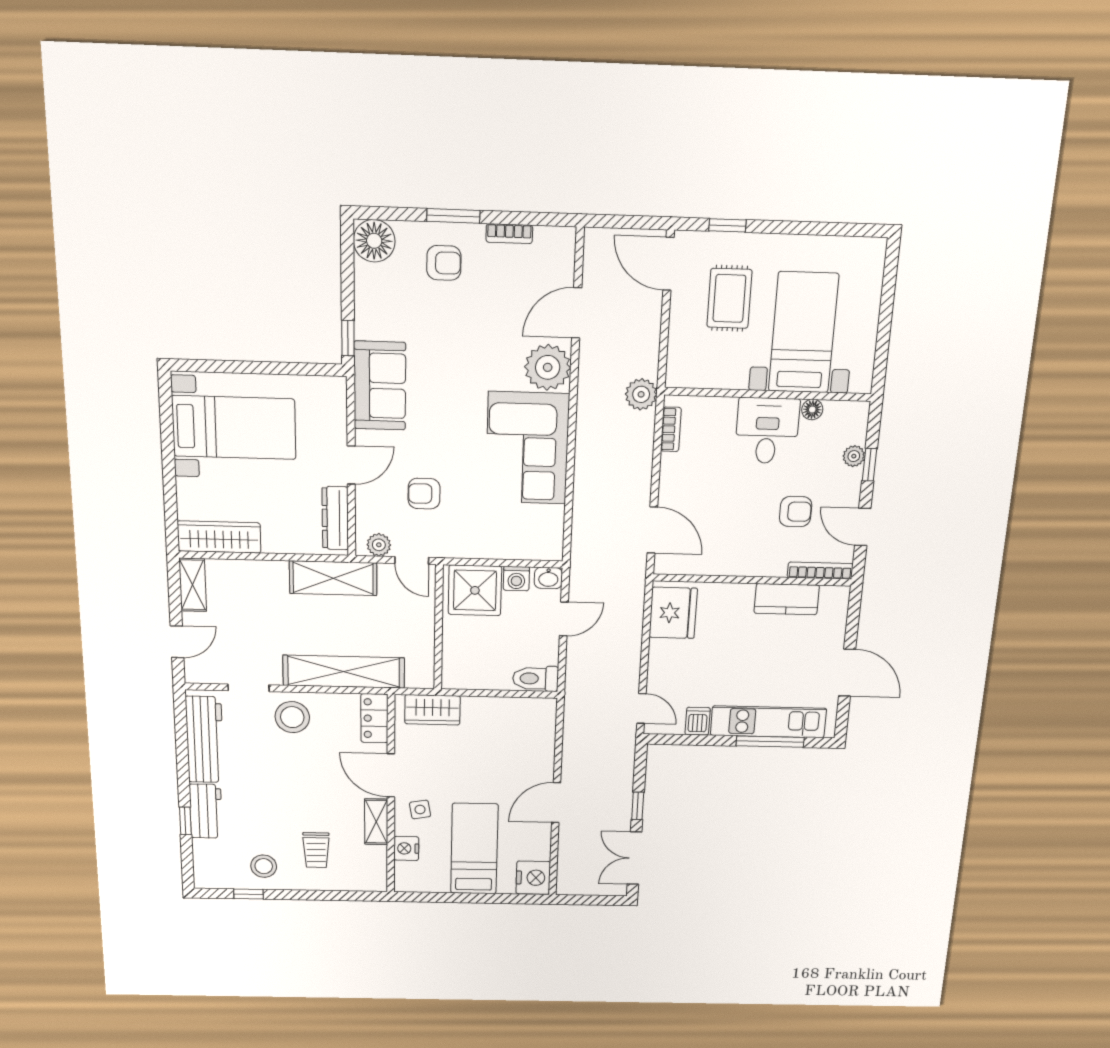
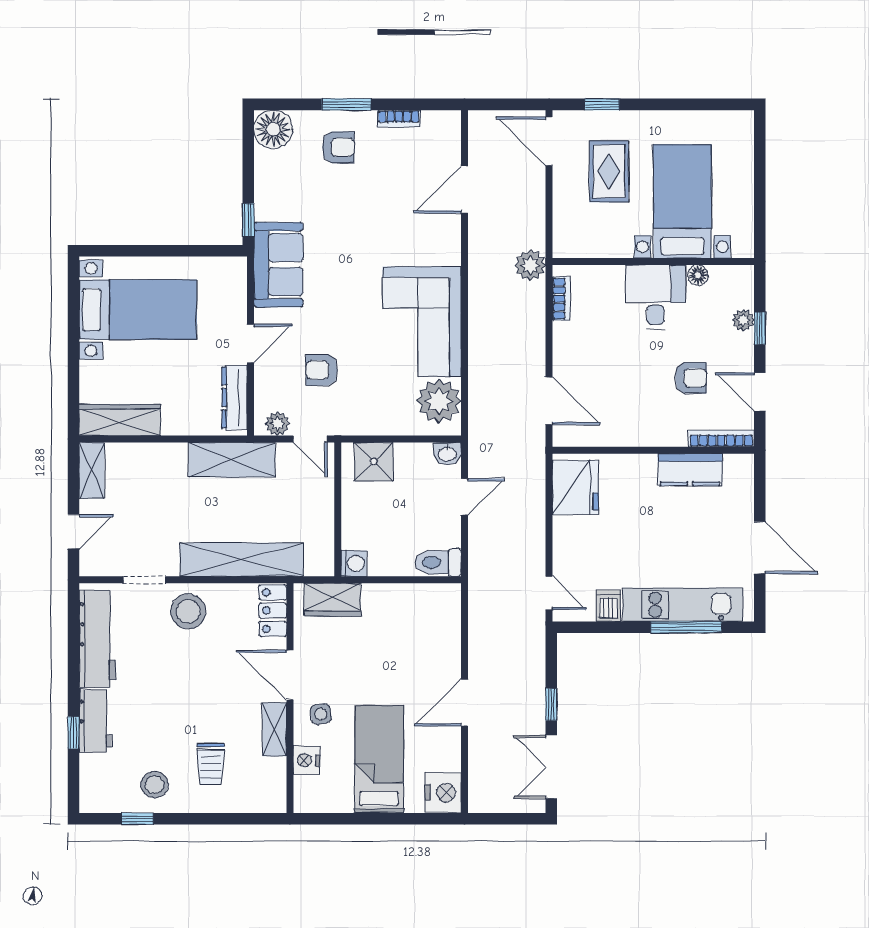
plant: (548, 367) -> (439, 401), moved
washing machine: (516, 579) -> (354, 563), moved, turned -90
shower: (475, 590) -> (374, 462), width x0.73, depth x0.73

